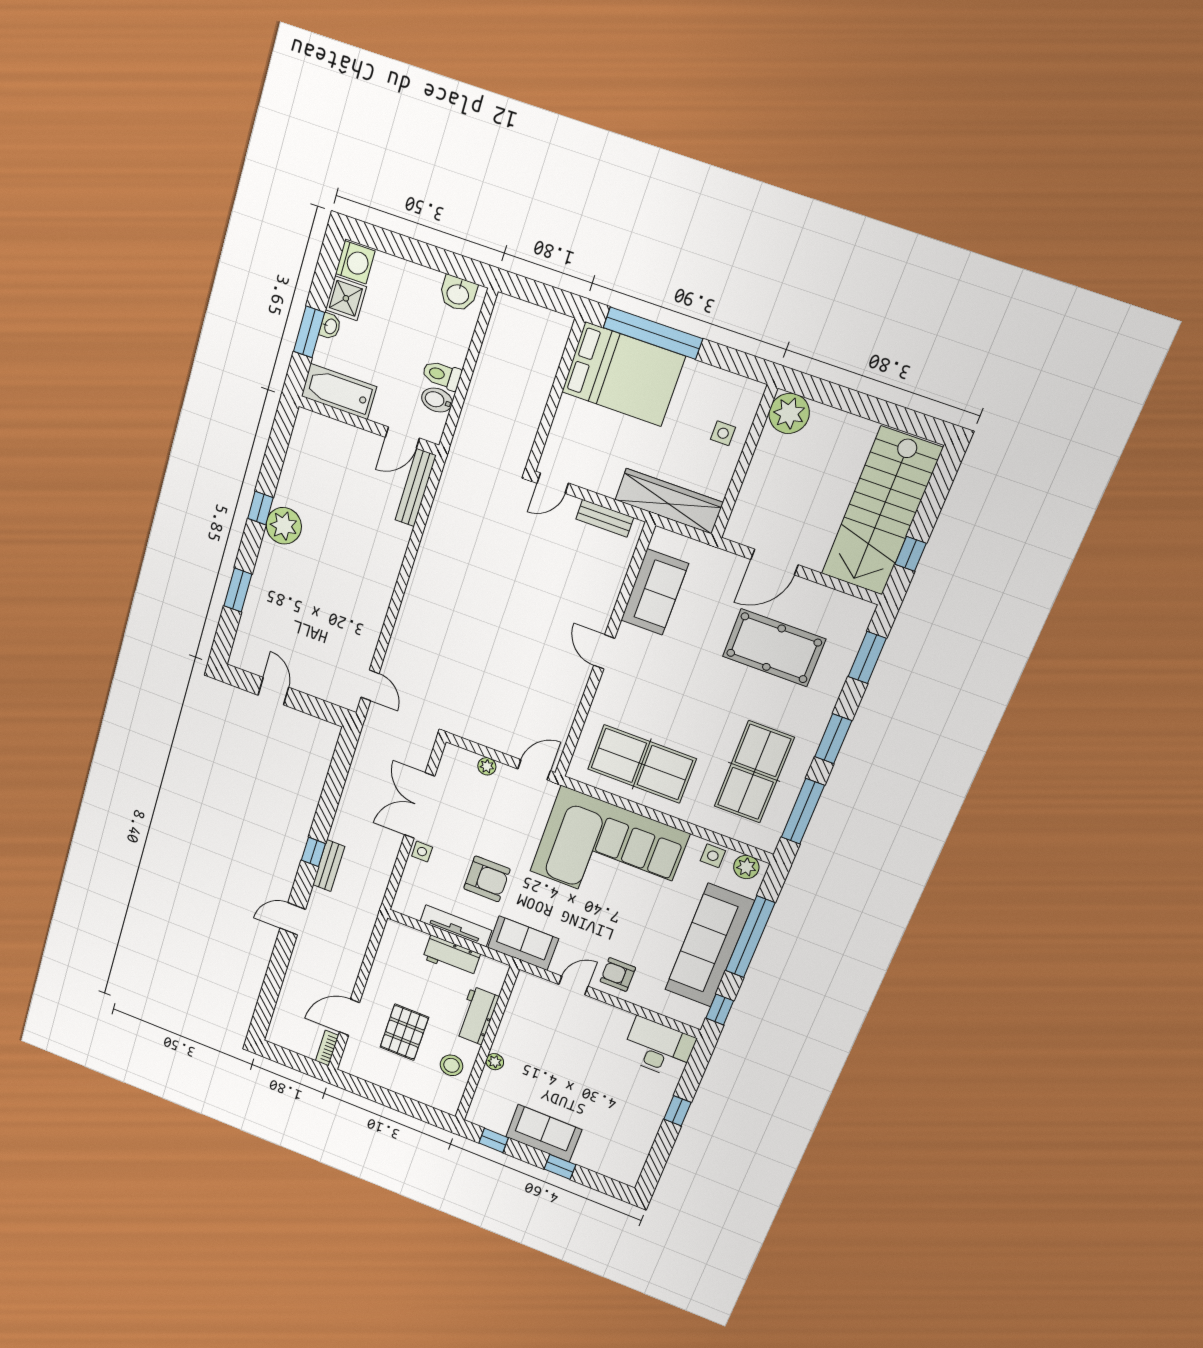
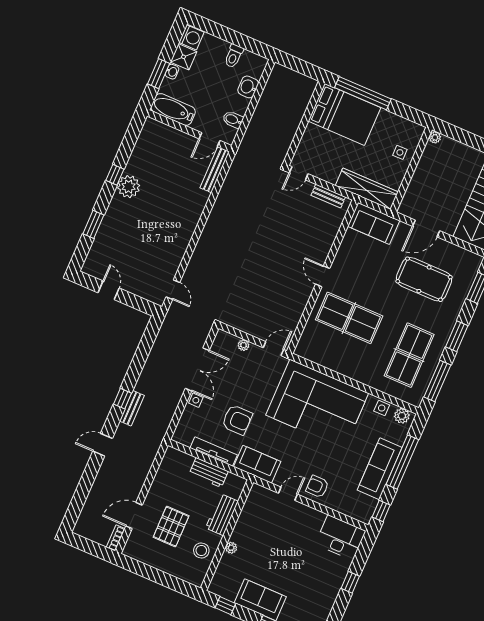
washbasin: (458, 294) -> (248, 87), moved, turned 90
toilet: (442, 375) -> (234, 56), moved, turned -90
plant: (789, 413) -> (435, 137), width x0.53, depth x0.53
sofa: (655, 592) -> (374, 223), moved, turned 90
table tennis table: (642, 764) -> (349, 318), moved
double door: (420, 806) -> (197, 369), swing flipped
sofa: (709, 946) -> (380, 469), width x0.74, depth x0.79

